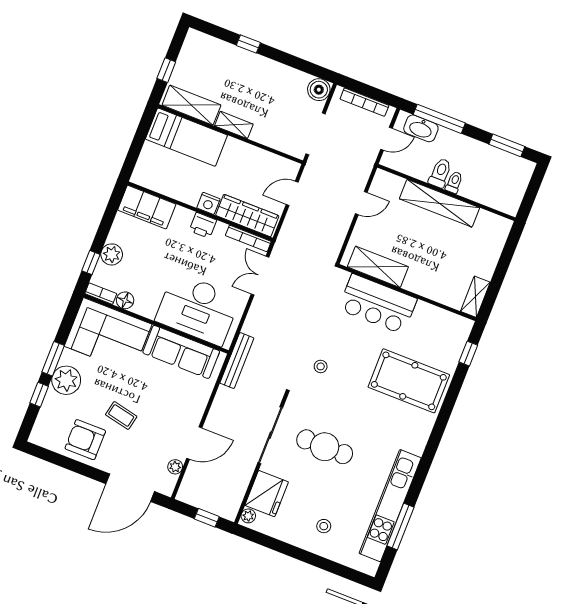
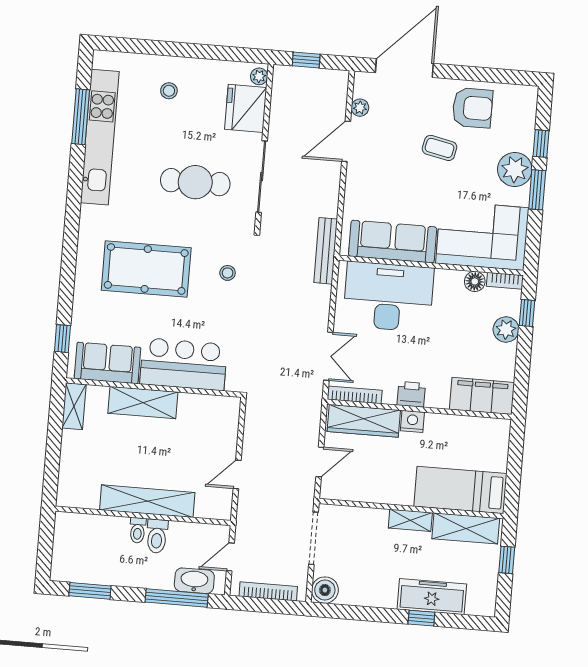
freezer: (235, 59) -> (432, 597), added
shelving: (378, 267) -> (143, 403), moved
sofa: (438, 323) -> (107, 363), added
pool table: (409, 381) -> (146, 269), moved

